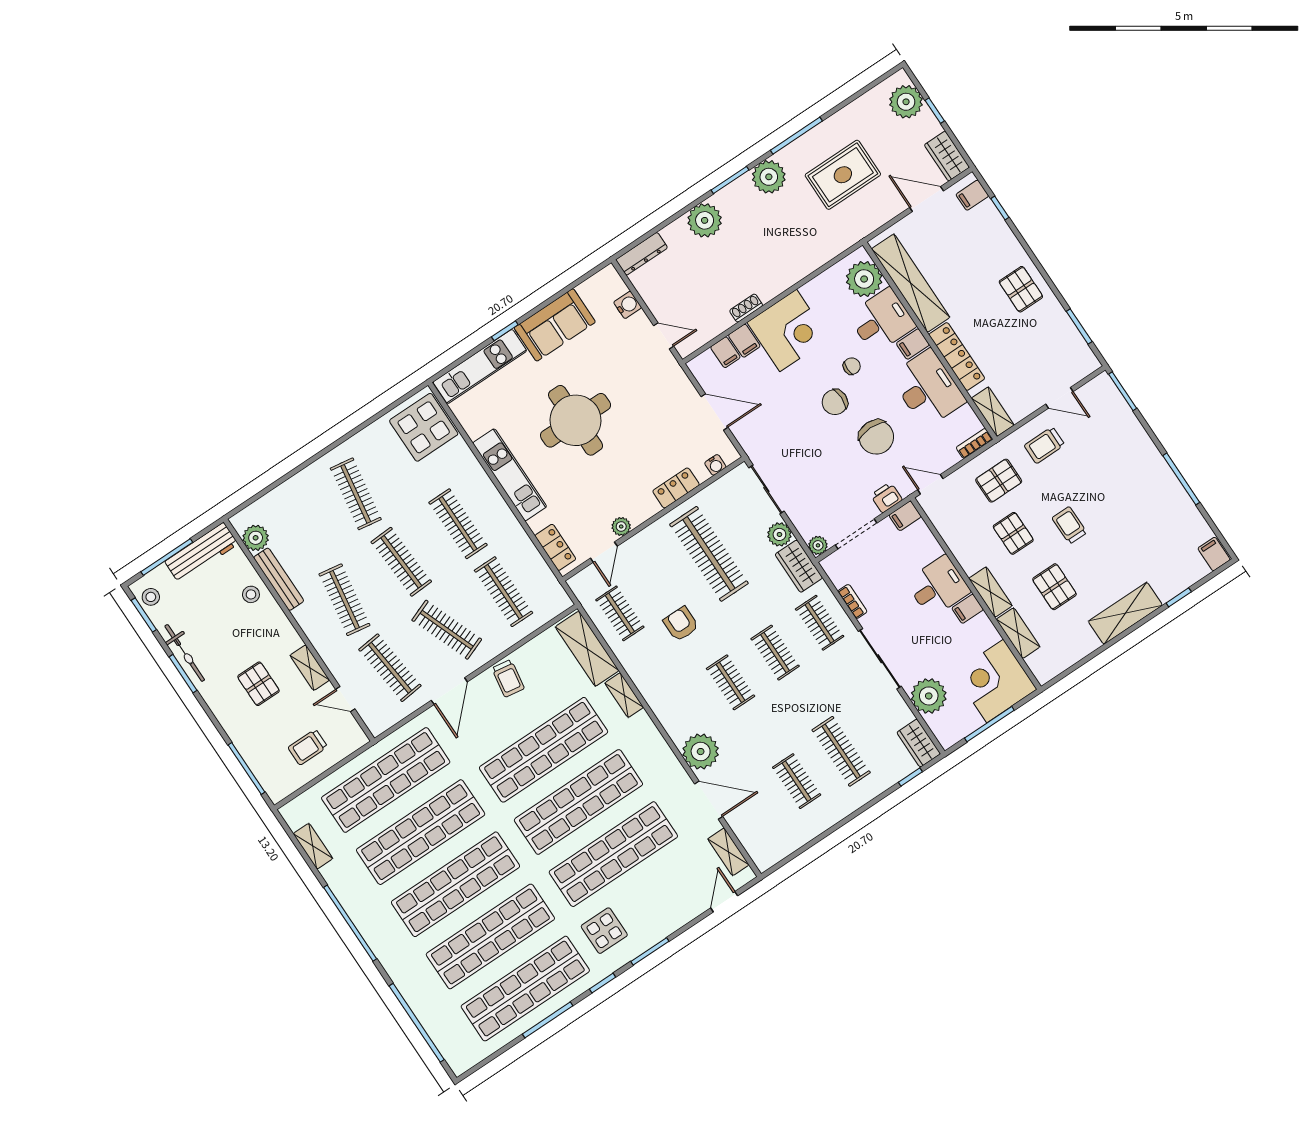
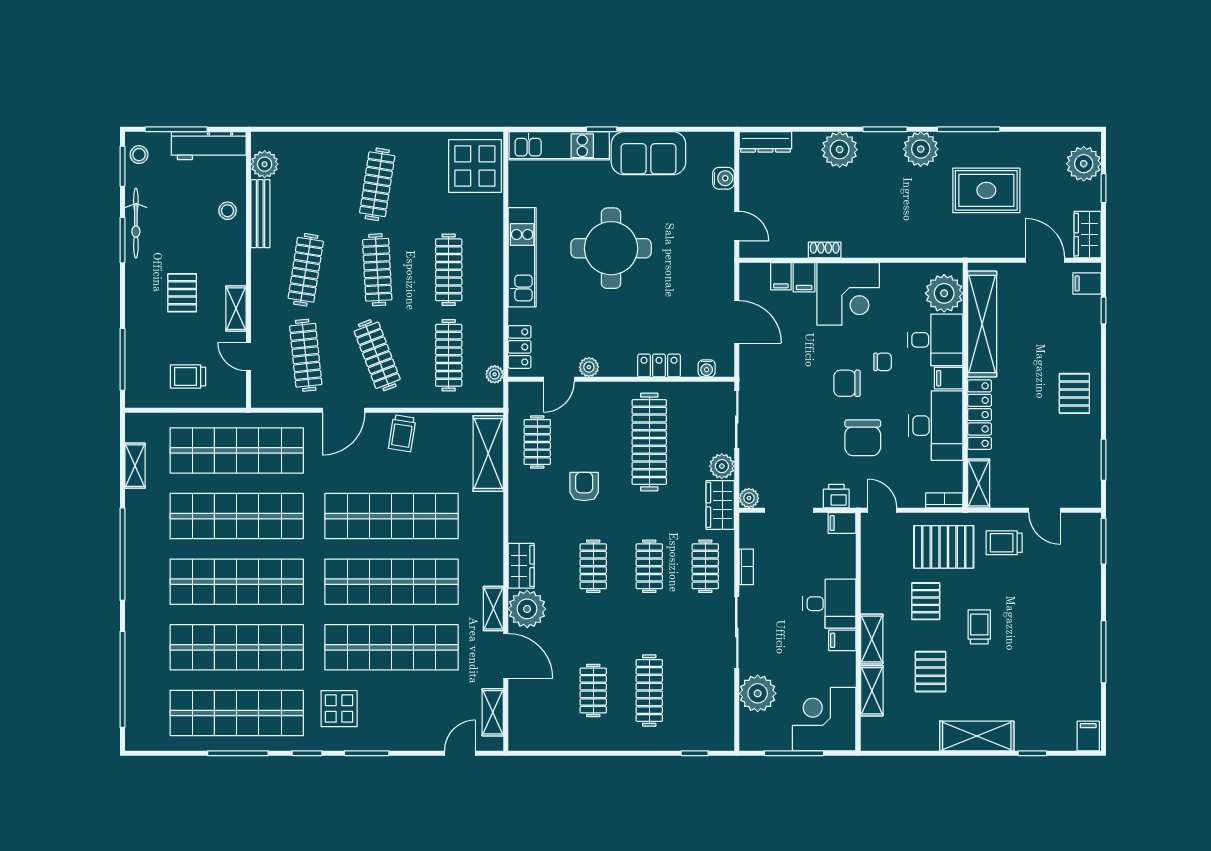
pallet: (999, 481) -> (944, 547), width x1.50, depth x1.42
plant: (550, 582) -> (495, 374), added
shelving: (624, 695) -> (493, 608), moved
wardrobe: (919, 743) -> (521, 566), moved, turned 180

